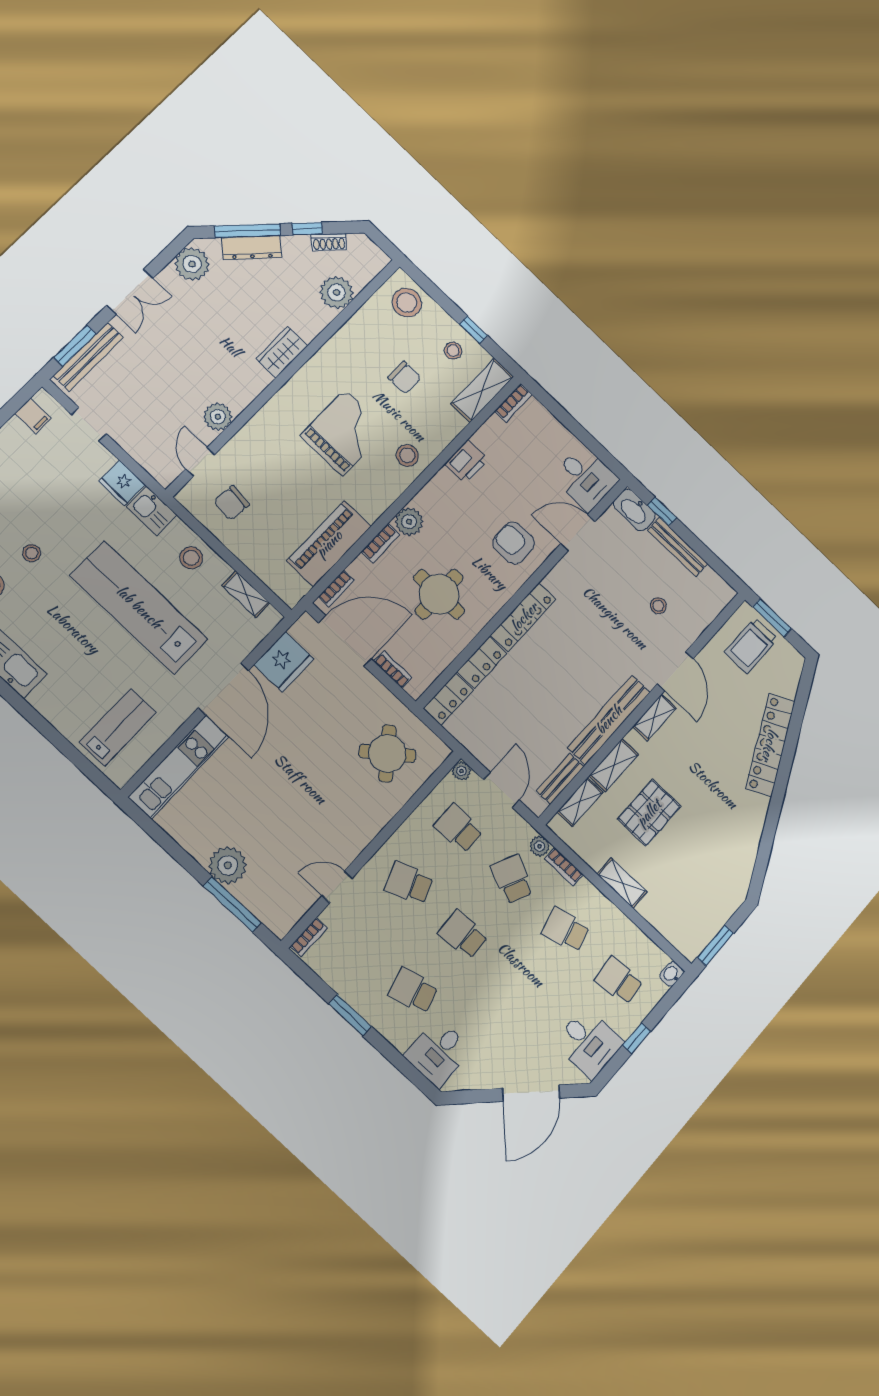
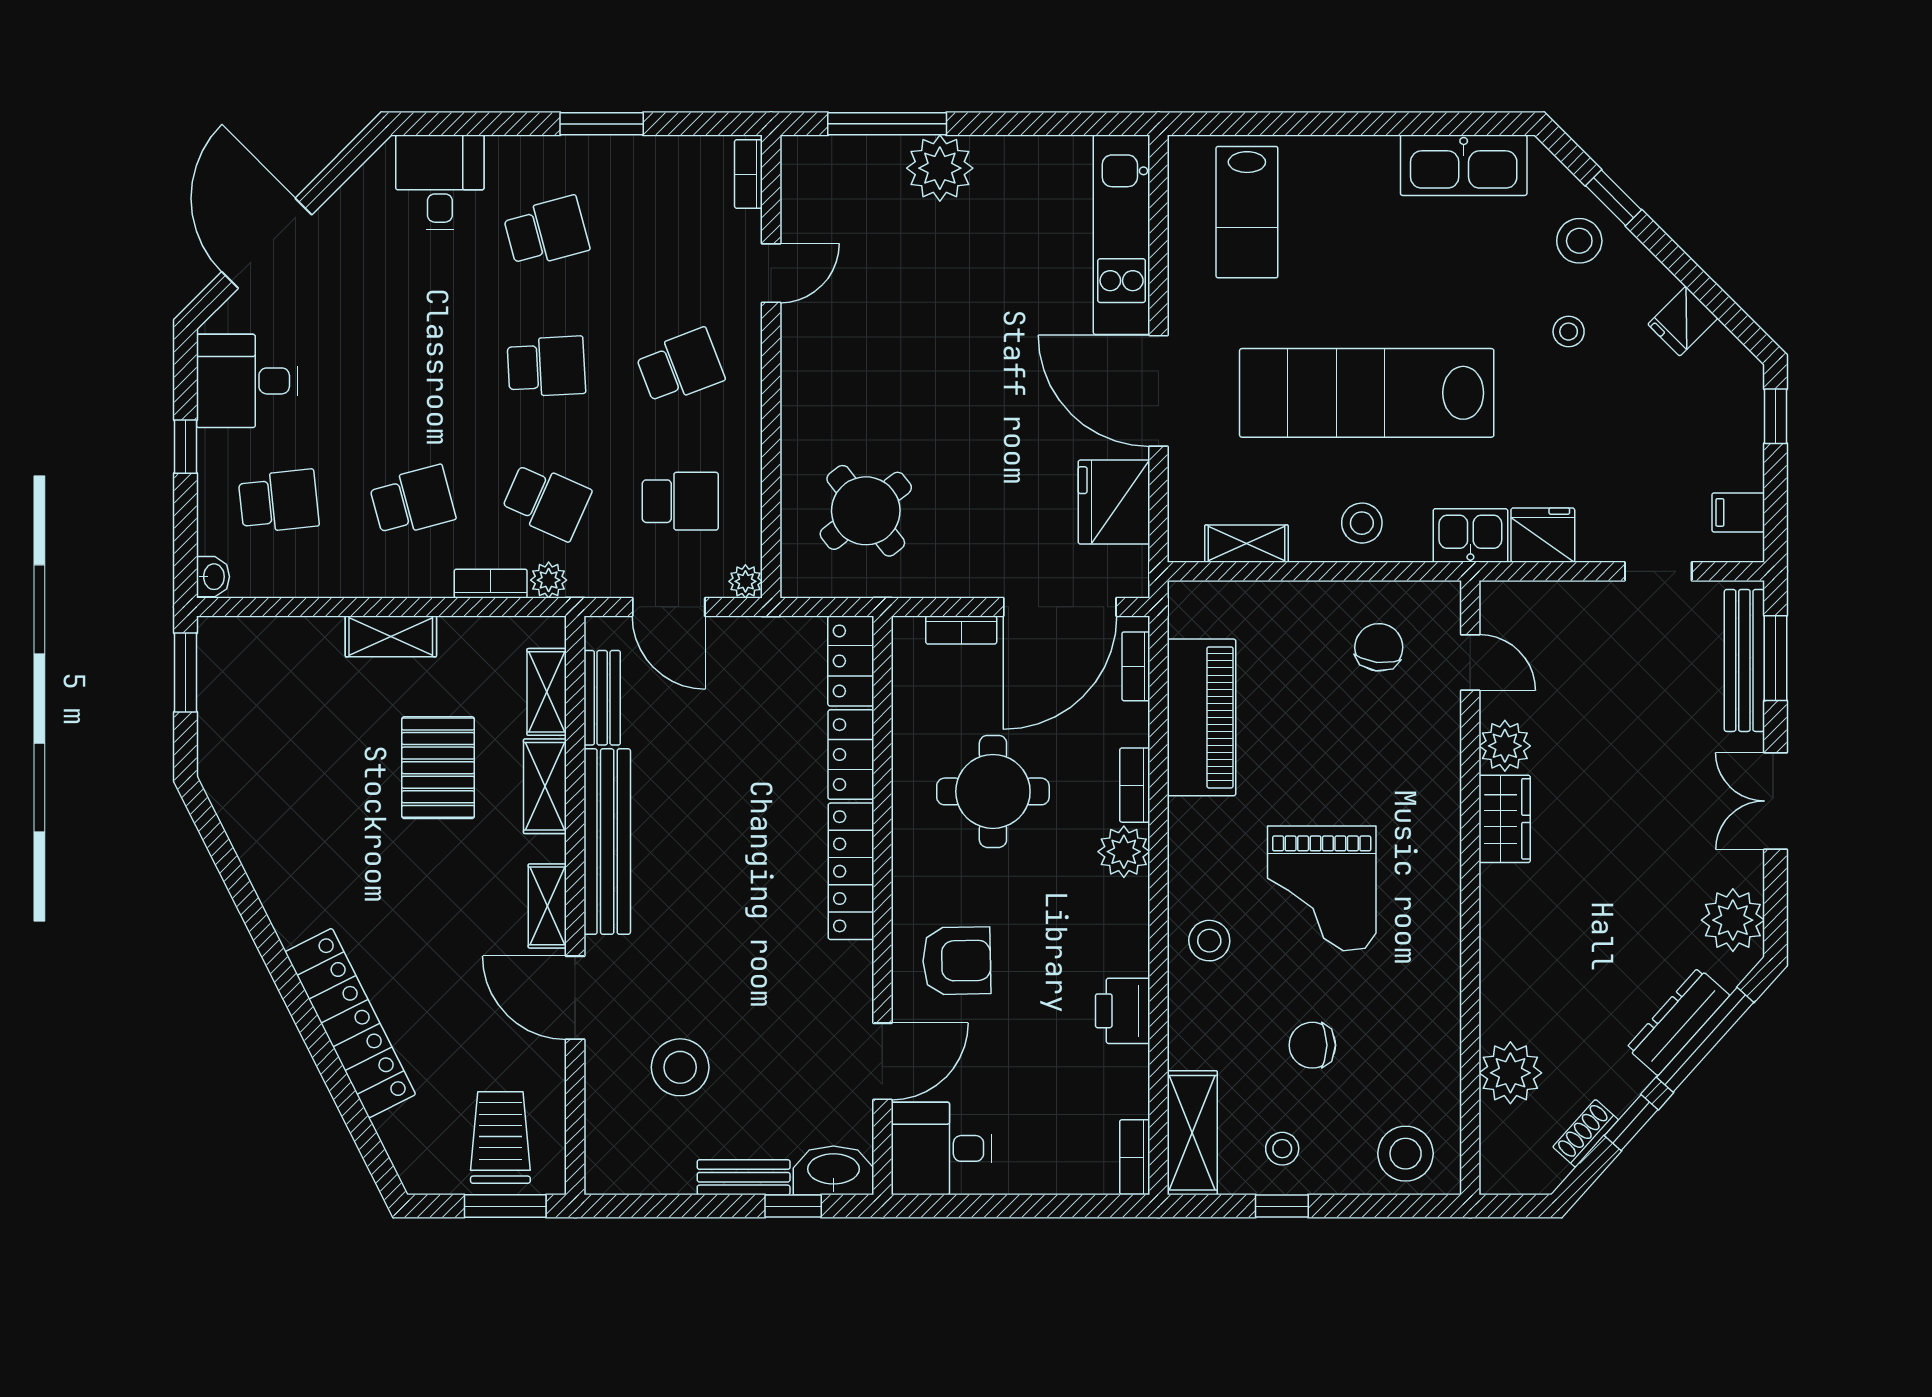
wardrobe: (282, 352) -> (1505, 819), moved
bench: (678, 547) -> (744, 1177), width x0.73
stool: (658, 606) -> (680, 1067), width x1.89, depth x1.89
lab bench: (139, 607) -> (1367, 393), turned 180

